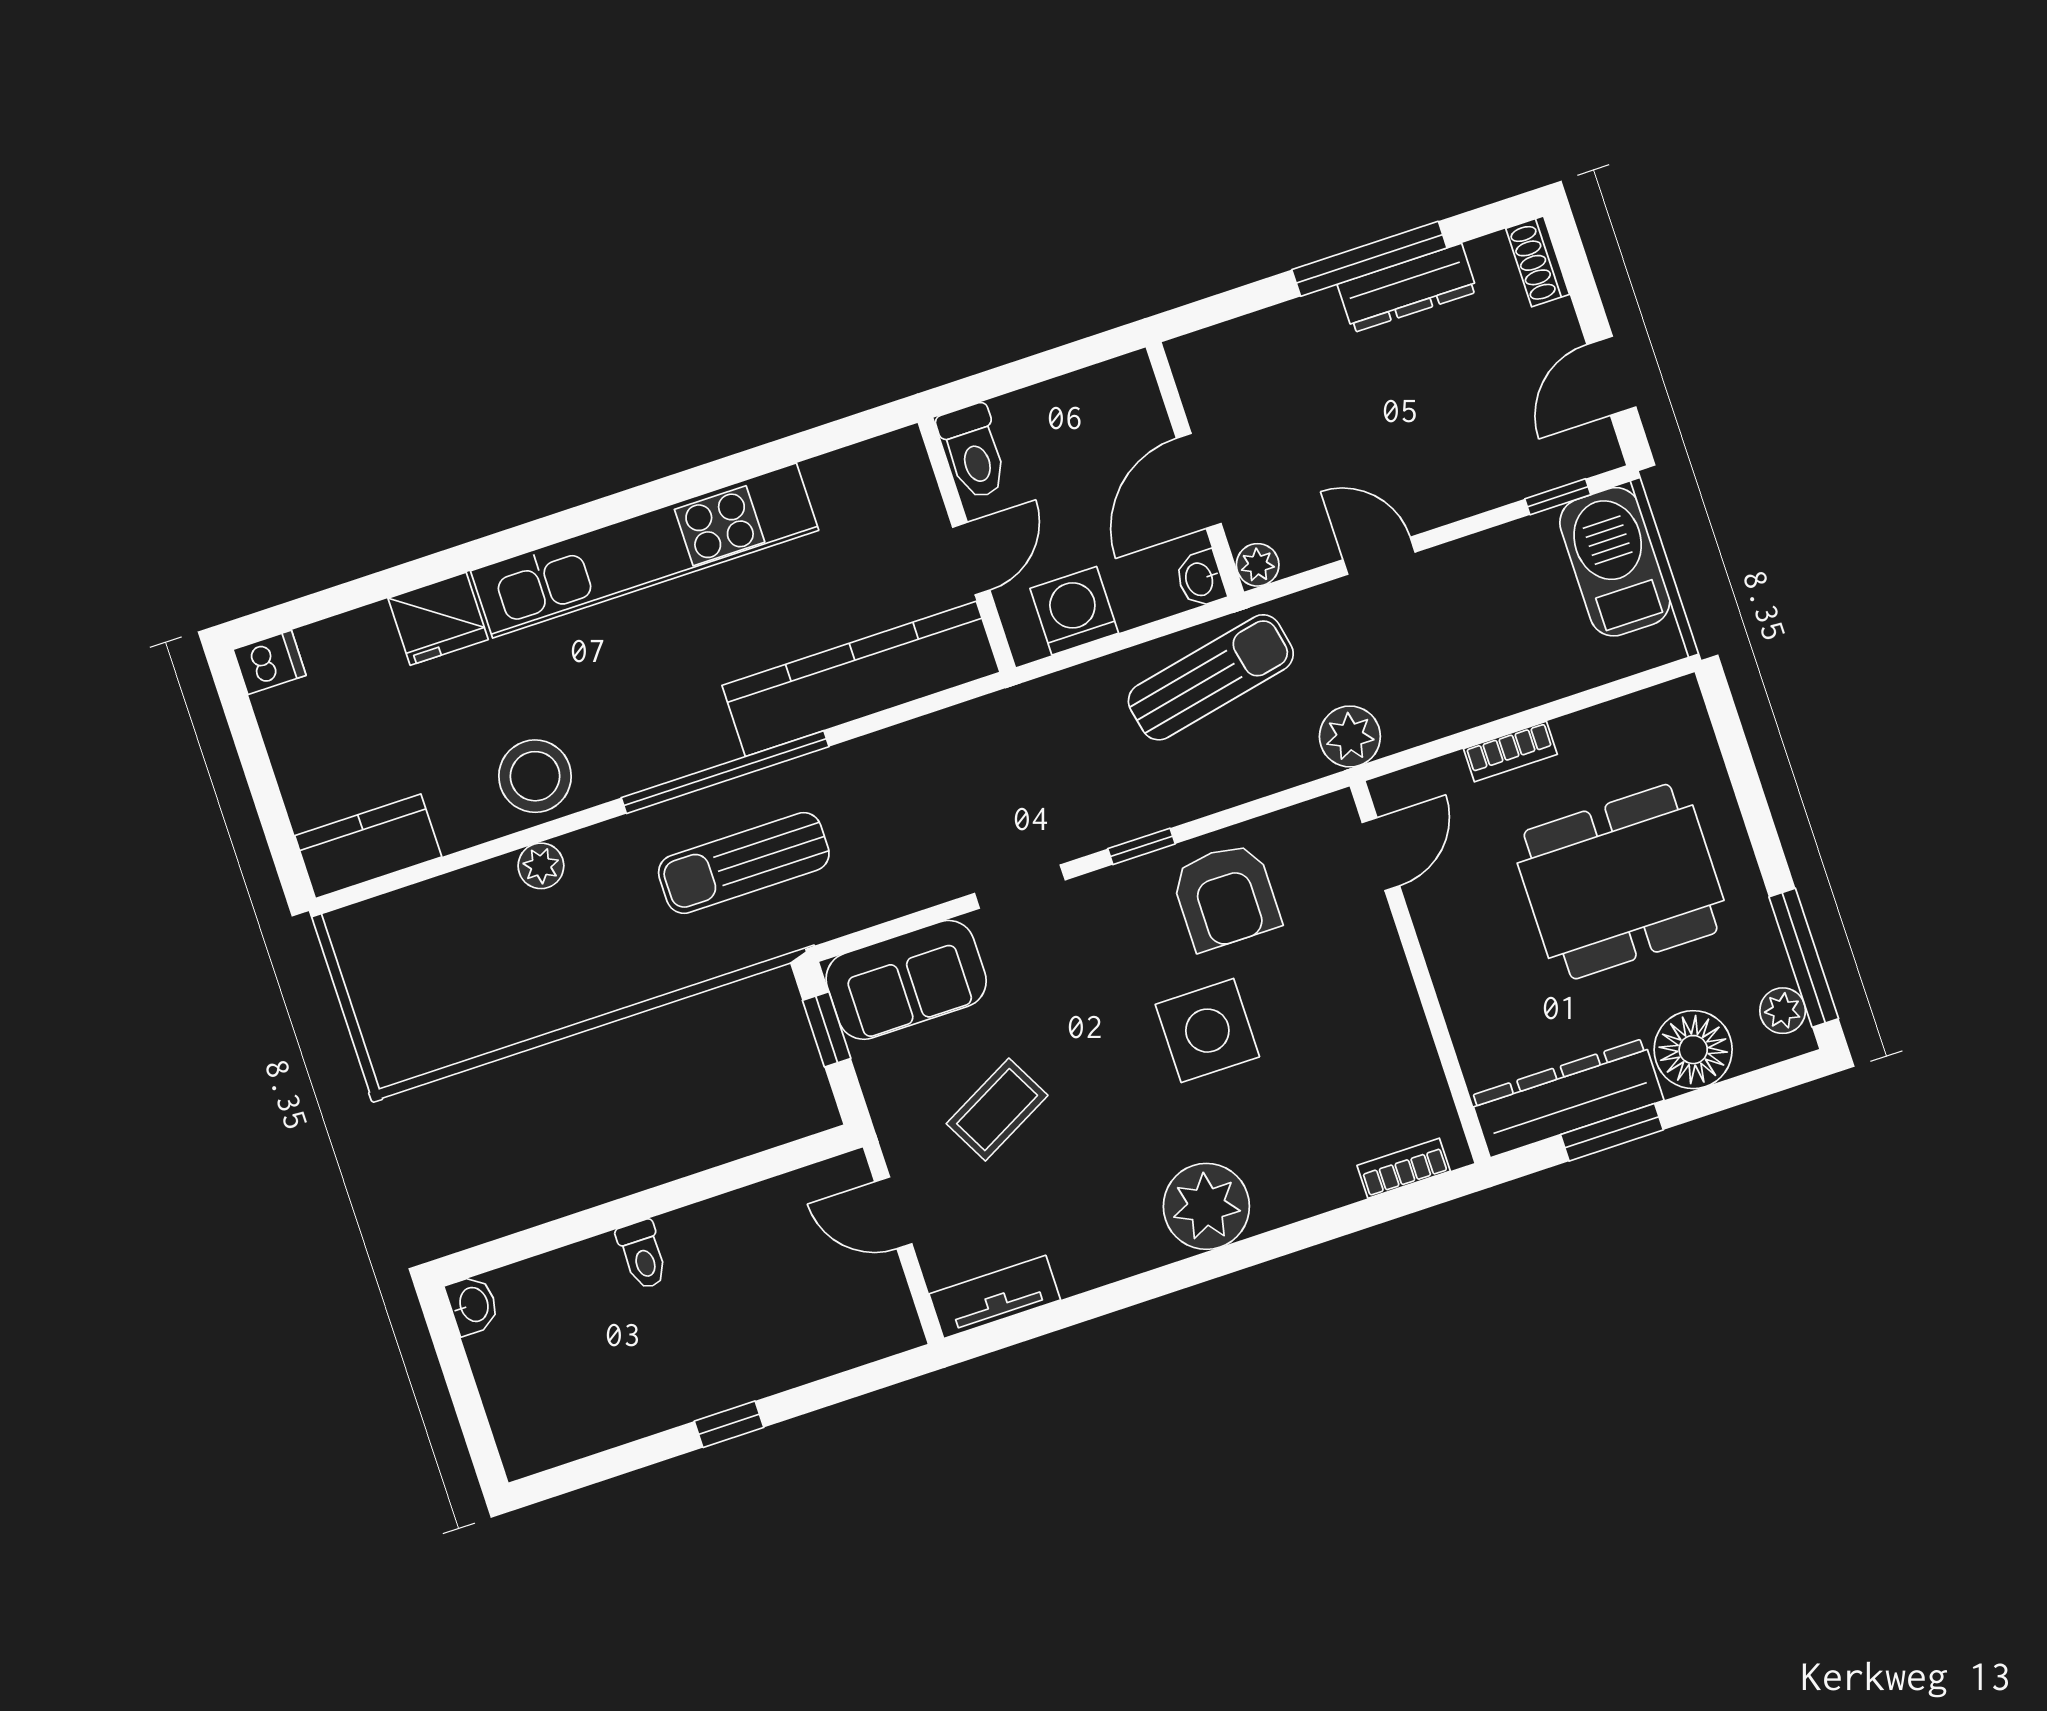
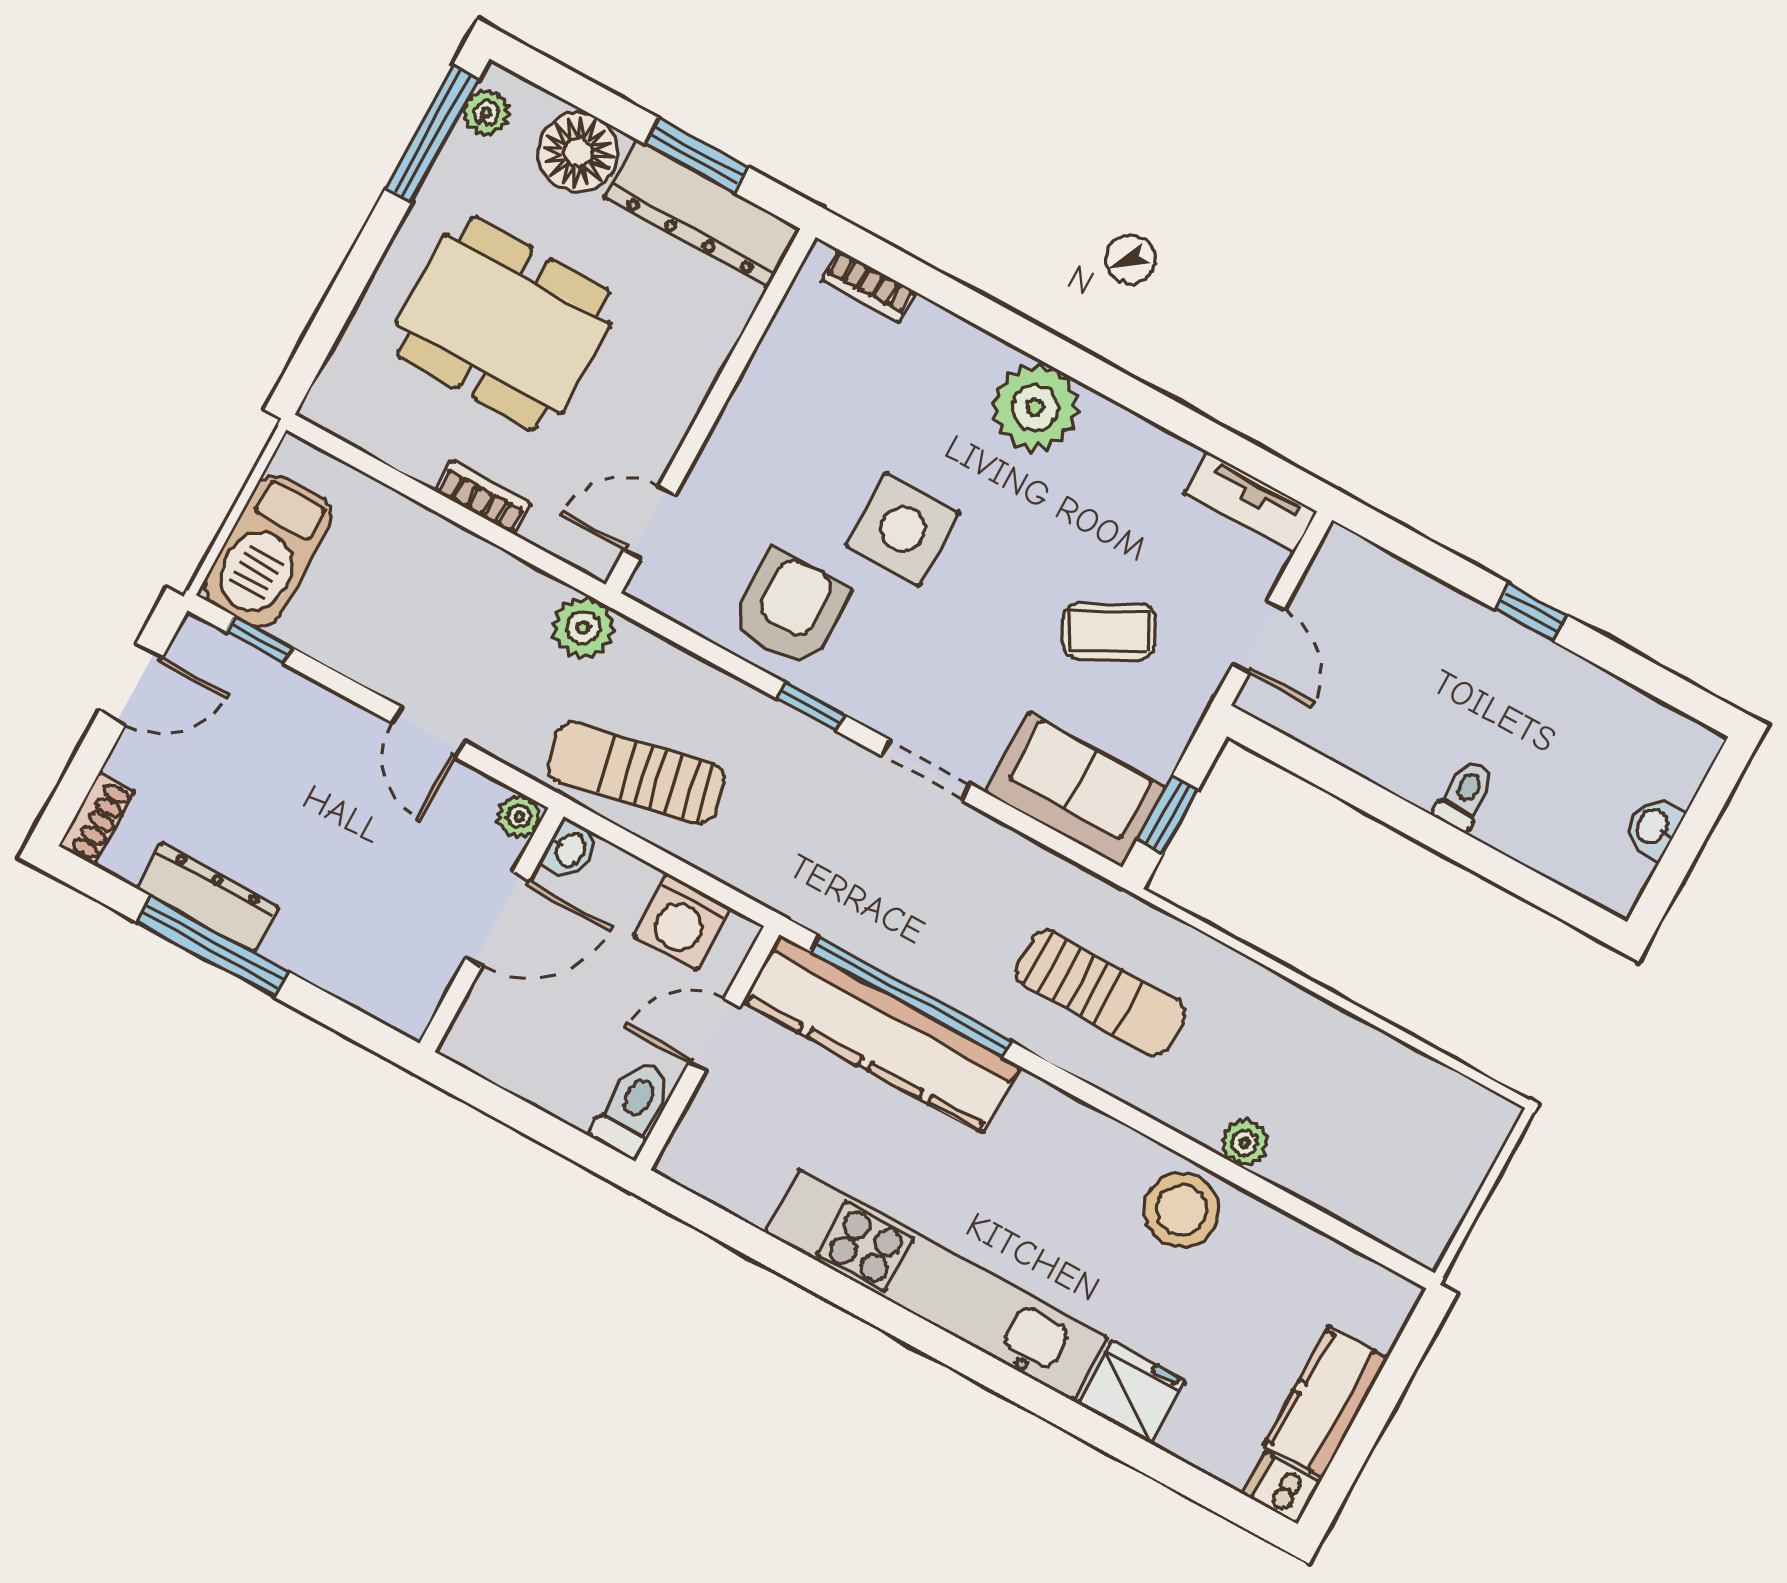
window: (725, 772) -> (911, 996), moved
kitchen counter: (368, 846) -> (1326, 1401), moved, turned 90
washbasin: (473, 1305) -> (1654, 827), moved

